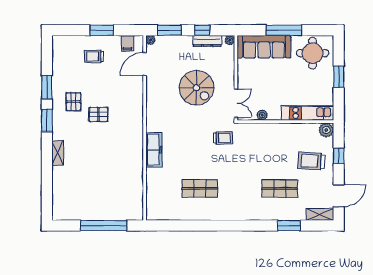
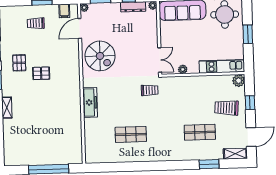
spiral stairs: (196, 88) -> (100, 56), moved

